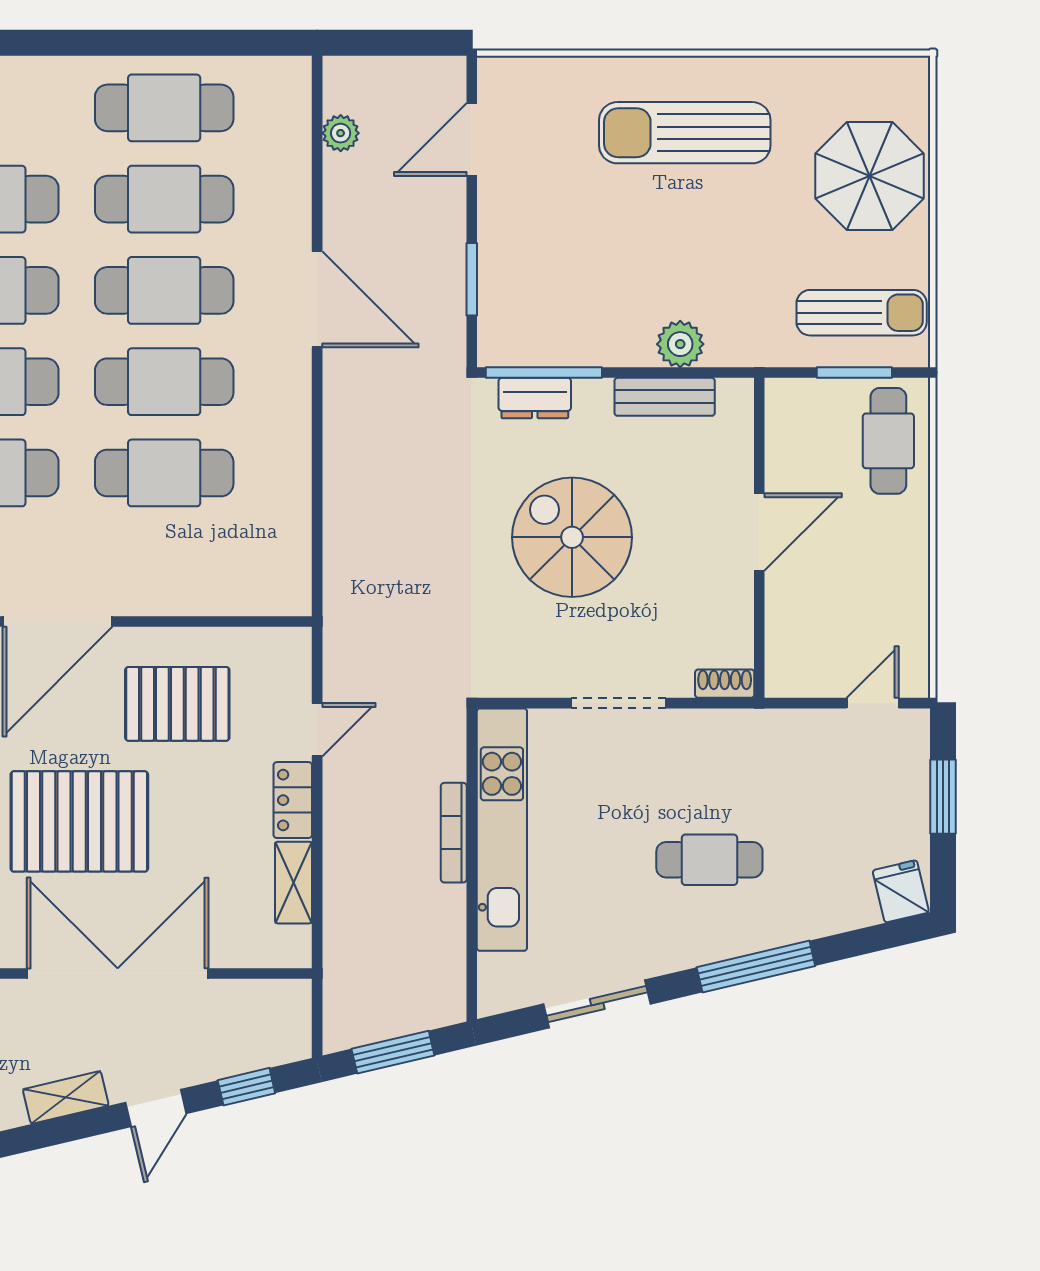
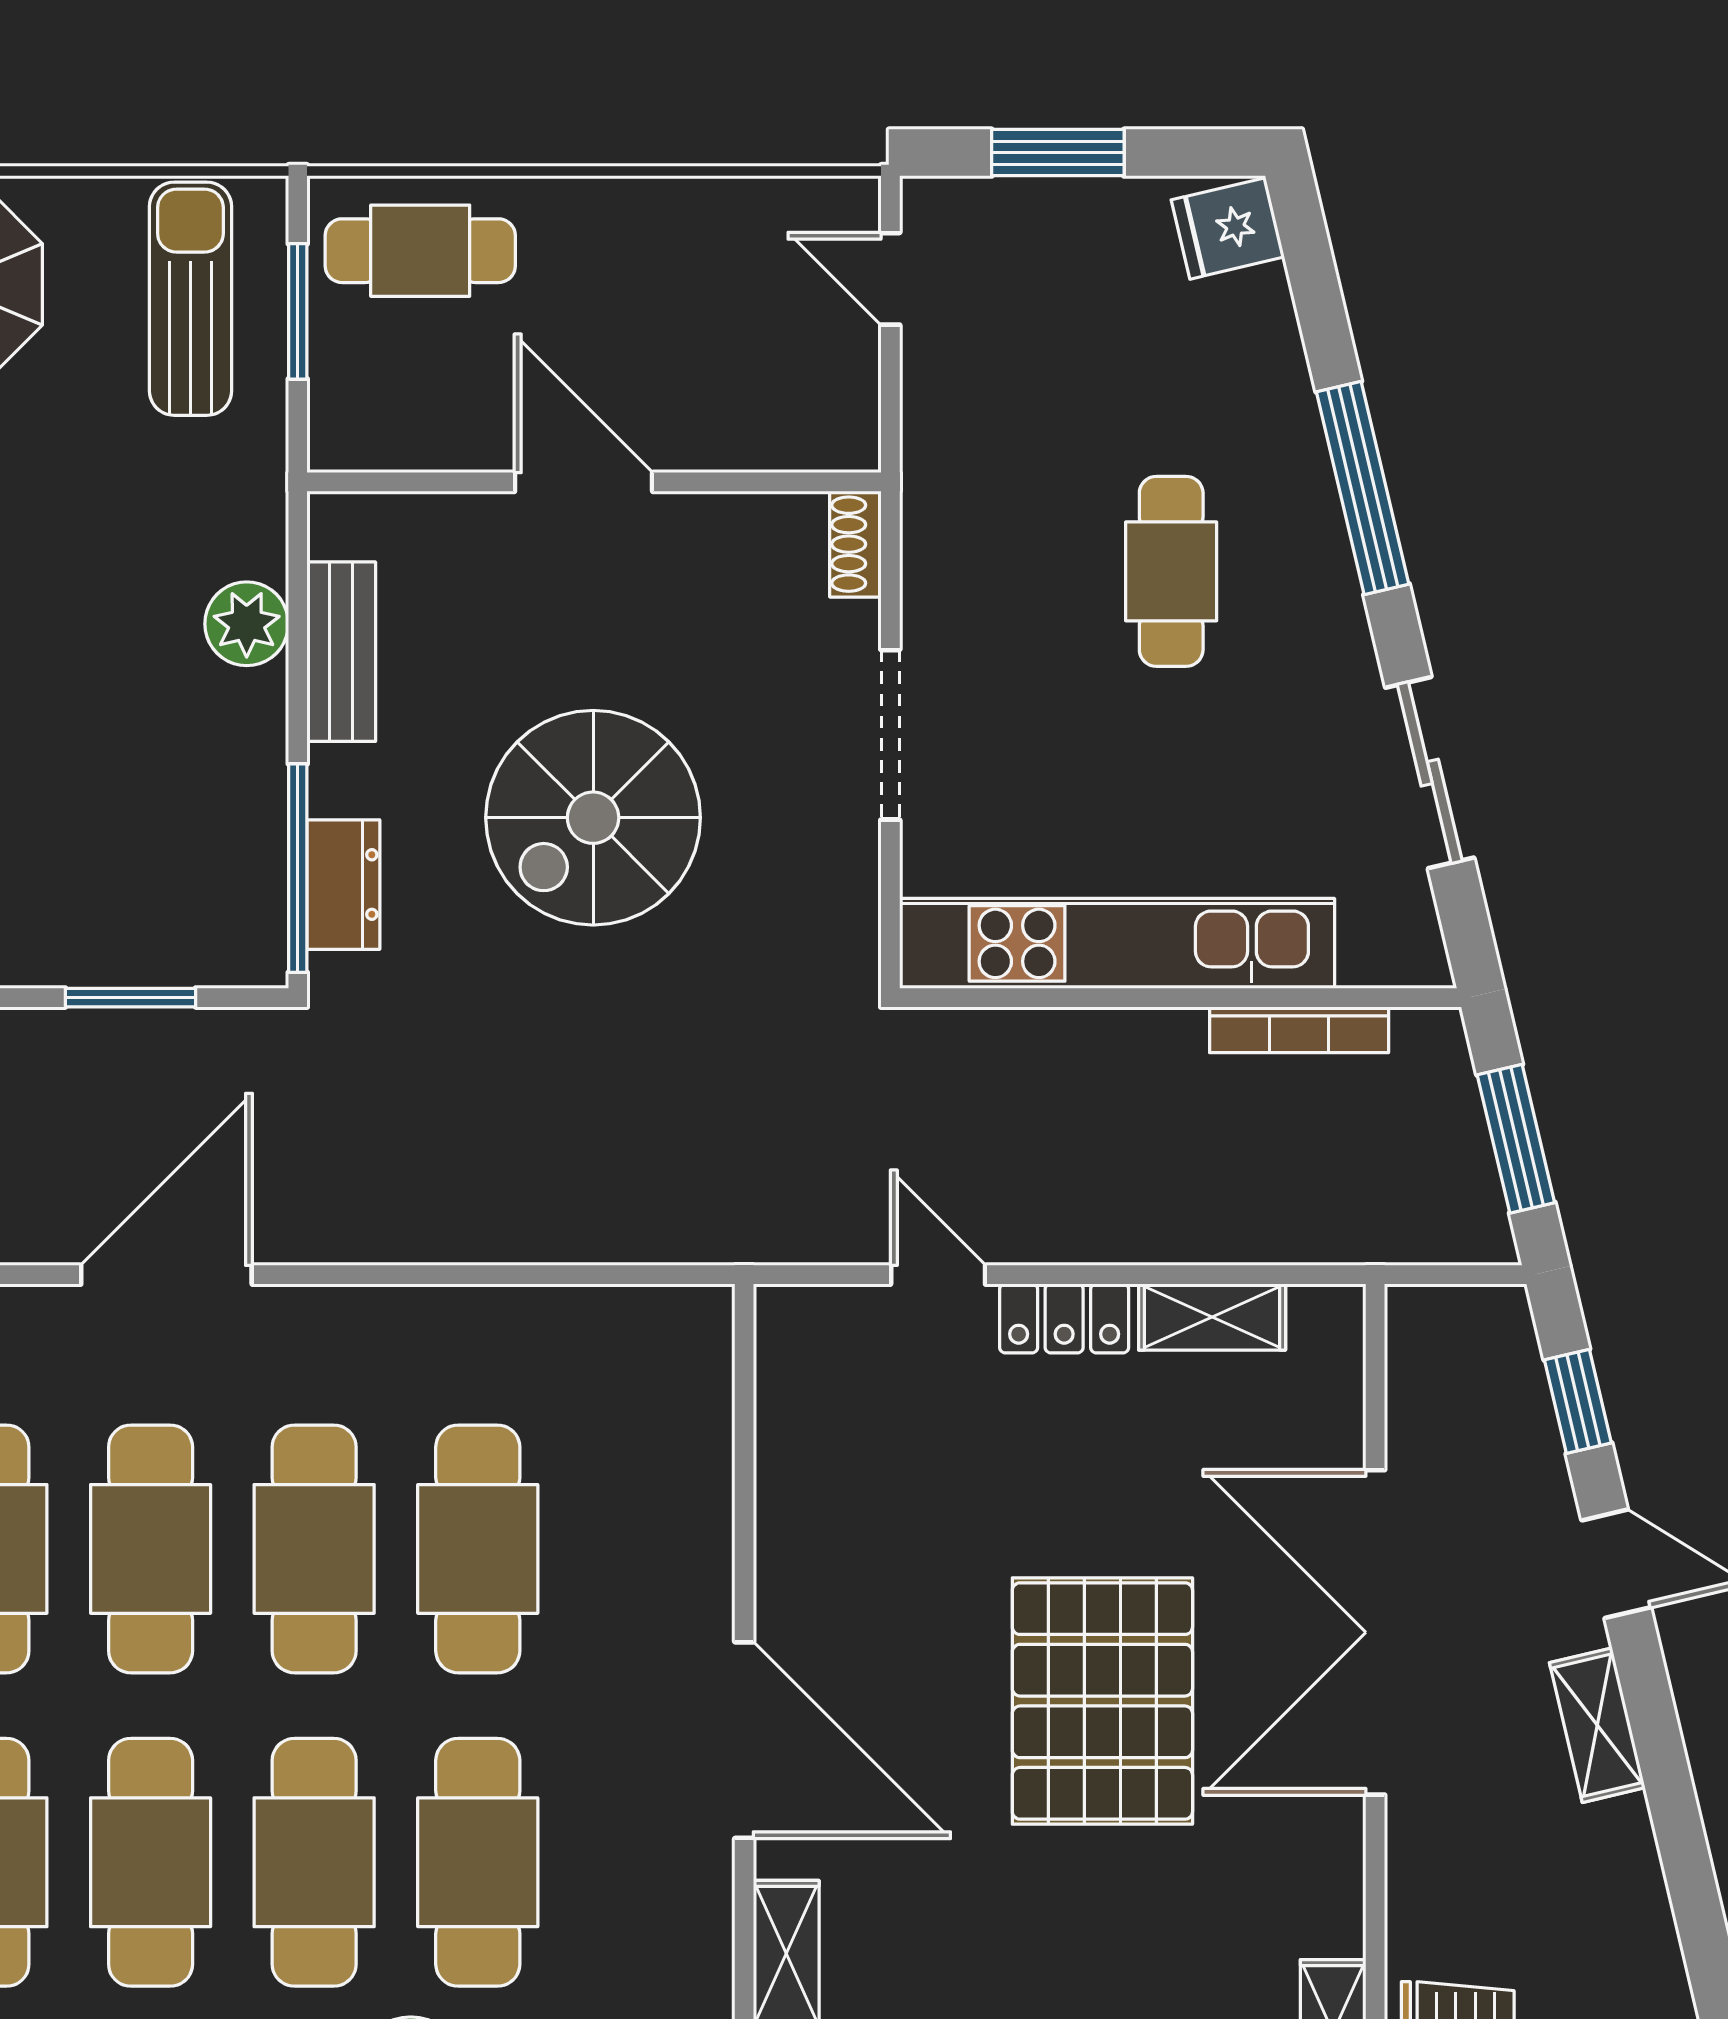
pallet: (177, 704) -> (892, 1525), removed
bookcase: (454, 833) -> (1299, 1030), moved

